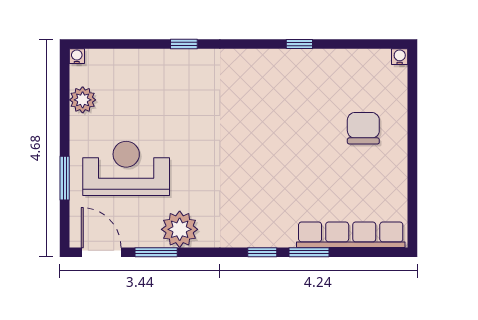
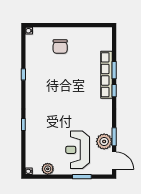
chair: (363, 128) -> (60, 47), turned -90
plant: (180, 229) -> (104, 141), moved
row of seats: (351, 235) -> (107, 75), moved
door: (101, 252) -> (114, 161), swing flipped

